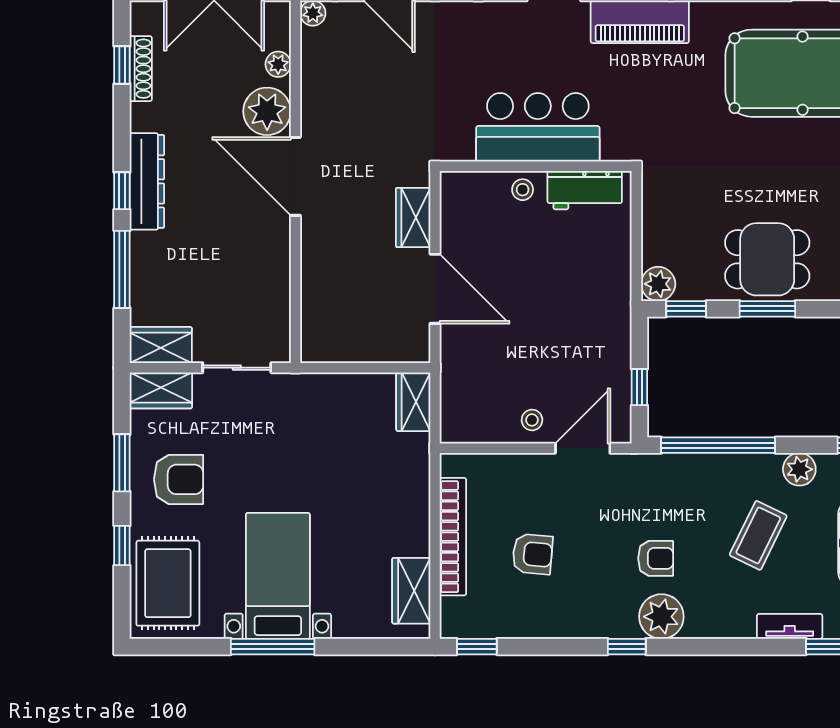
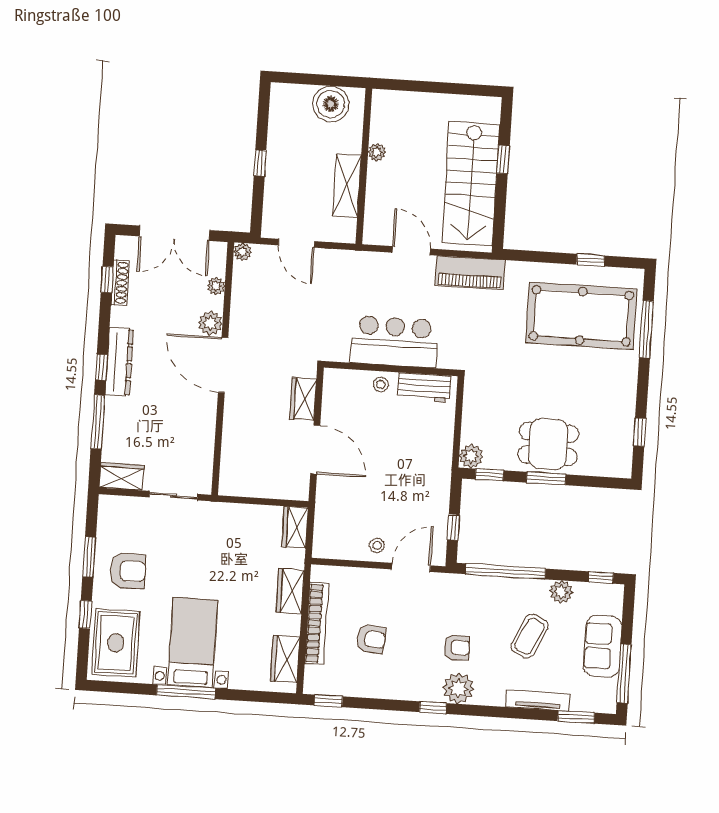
plant: (267, 111) -> (210, 323), width x0.73, depth x0.73
wardrobe: (161, 390) -> (290, 591), moved, turned 90
tv unit: (790, 626) -> (538, 700), width x1.41

